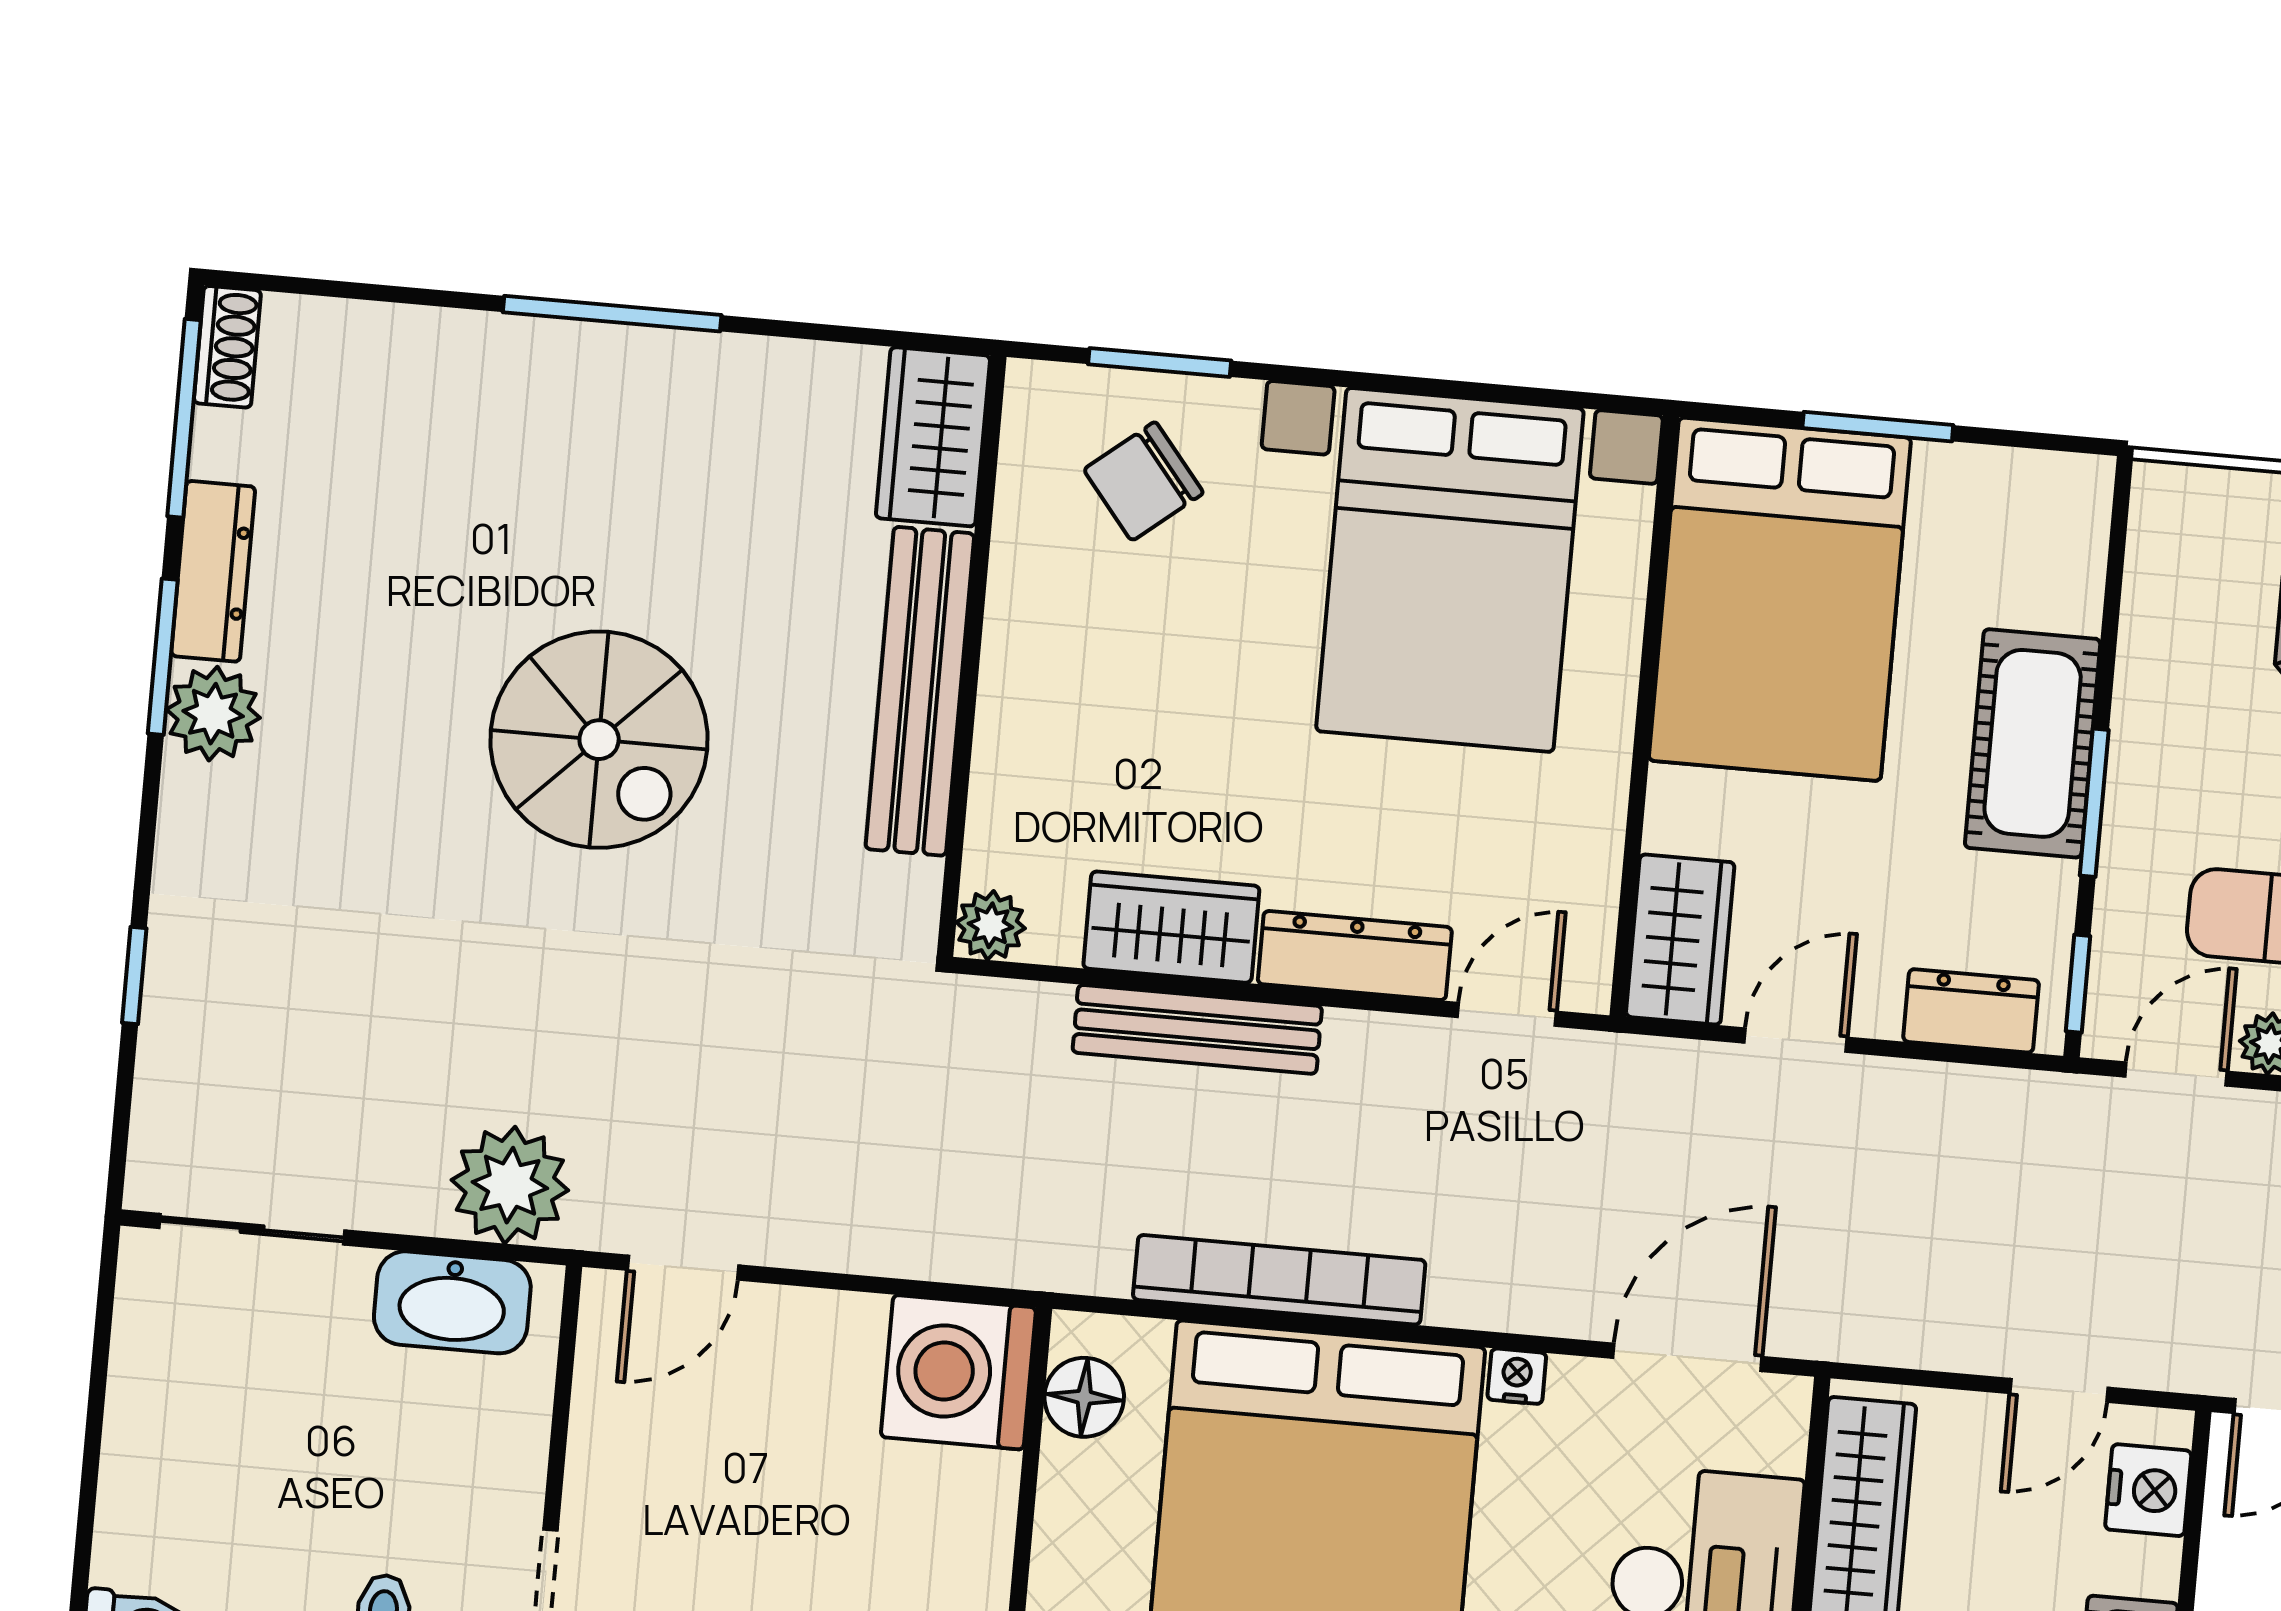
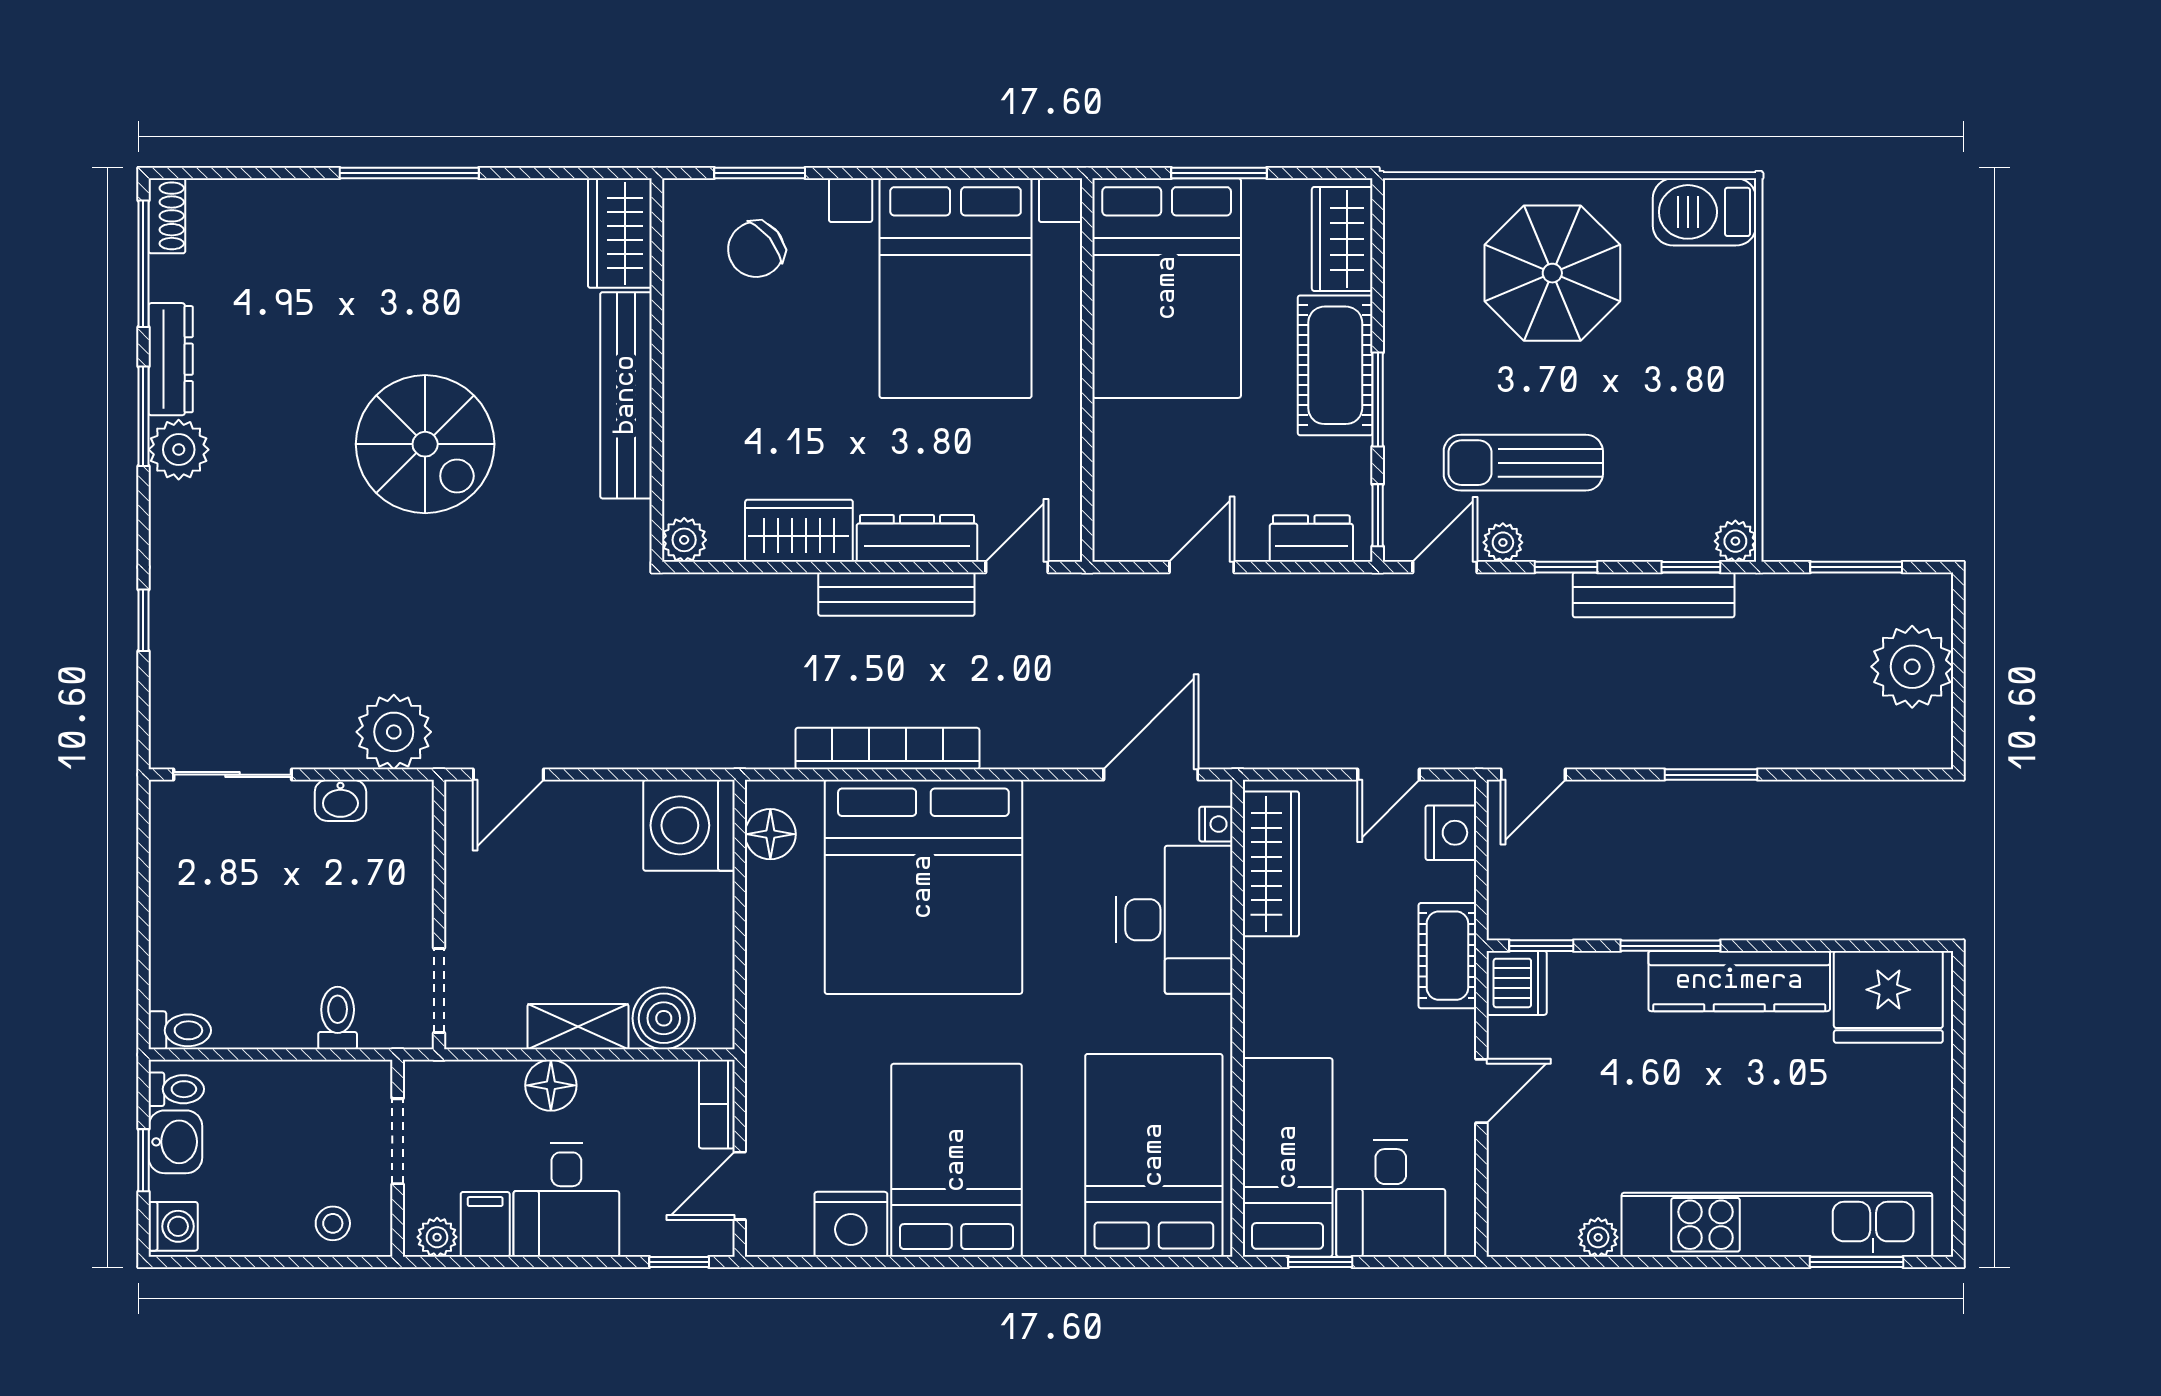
wardrobe: (1680, 940) -> (1342, 239), moved, turned 180
bench: (1197, 1029) -> (896, 594), moved
washbasin: (452, 1302) -> (340, 800), width x0.52, depth x0.69
nightstand: (1517, 1376) -> (1216, 824), moved, turned 90

